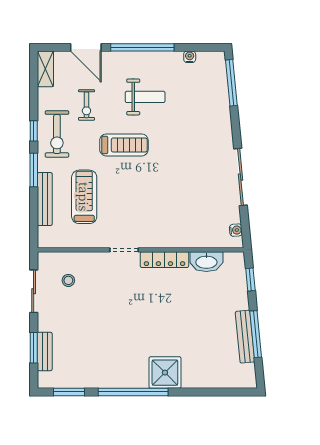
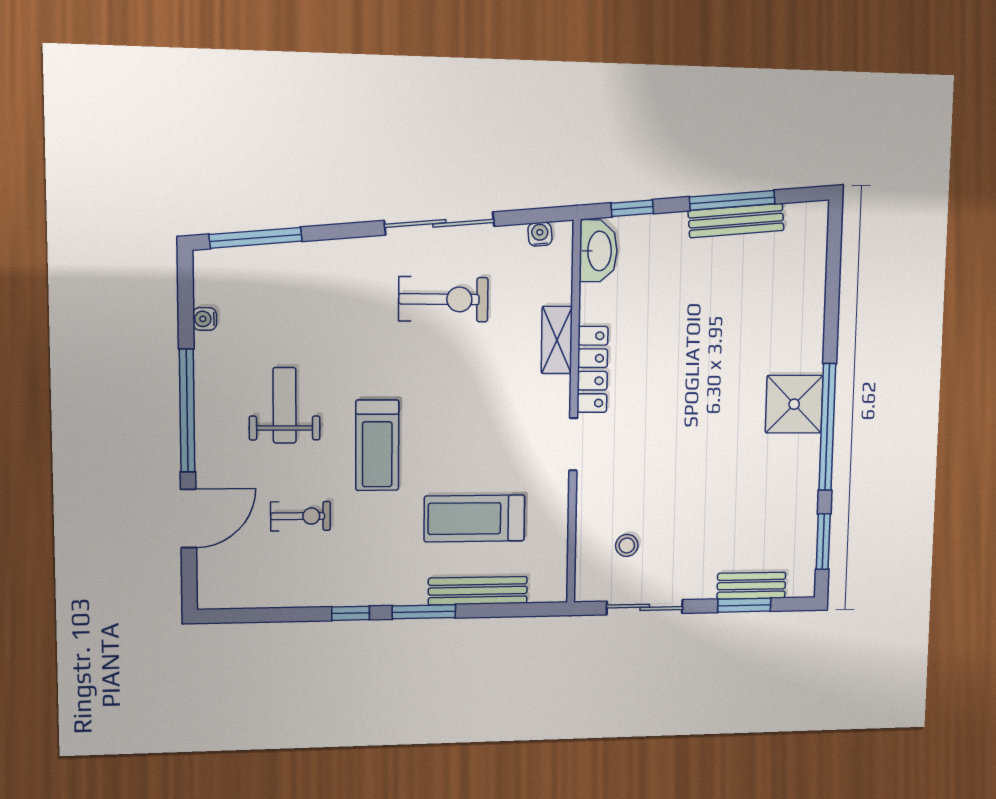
shelving: (45, 69) -> (557, 340), moved, turned 90
exercise bike: (57, 134) -> (443, 299), moved
treadmill: (124, 145) -> (377, 445), turned 180
washbasin: (206, 262) -> (598, 251), moved
shower: (165, 373) -> (794, 404), moved

